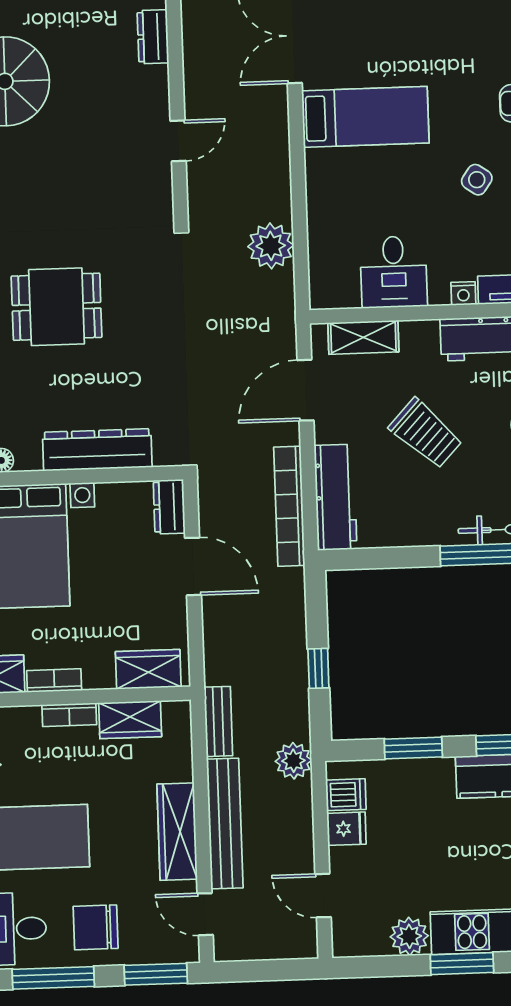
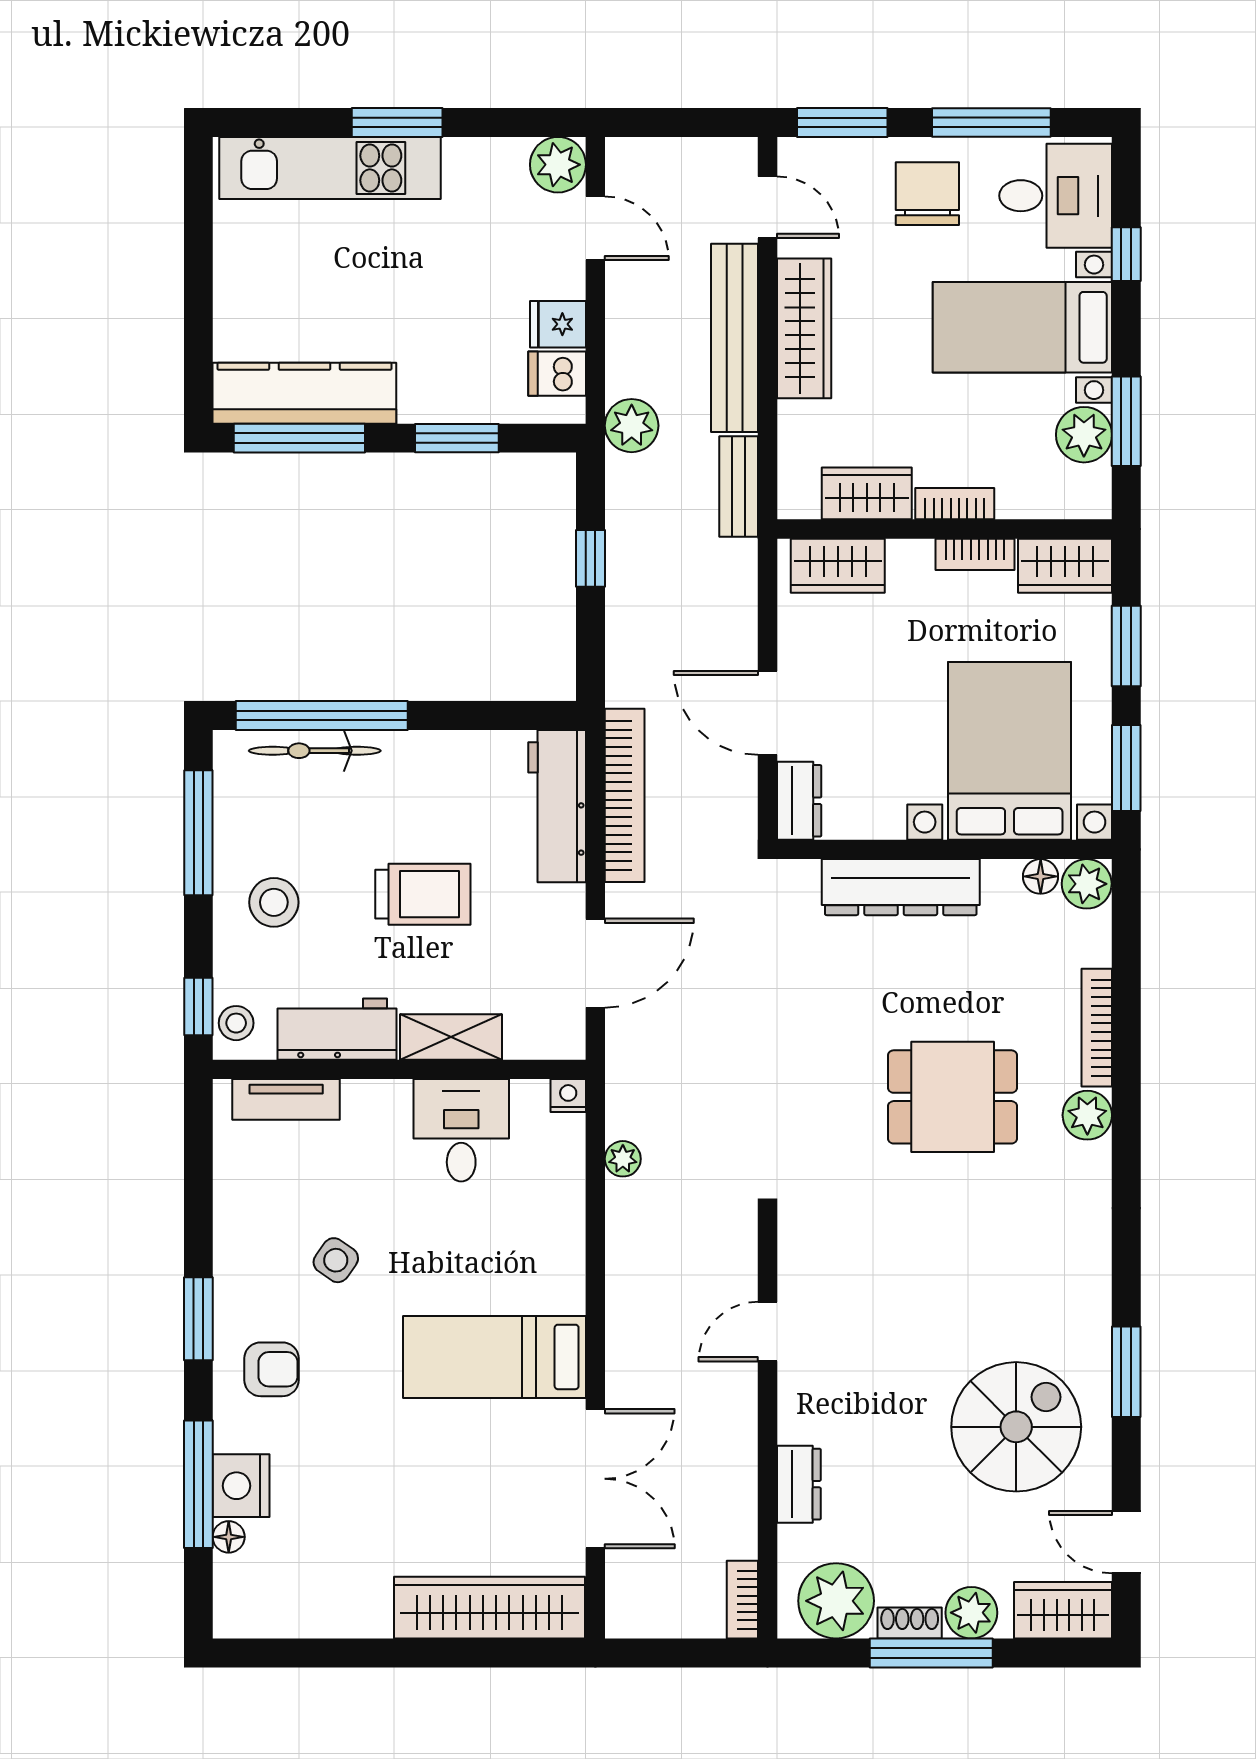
plant: (271, 246) -> (623, 1159), width x0.53, depth x0.53
nightstand: (463, 293) -> (568, 1096), moved
shelving: (363, 337) -> (451, 1037), moved
trolley: (426, 433) -> (423, 894), turned 137
chair: (96, 927) -> (927, 194), turned -90
plant: (409, 936) -> (558, 165), moved

